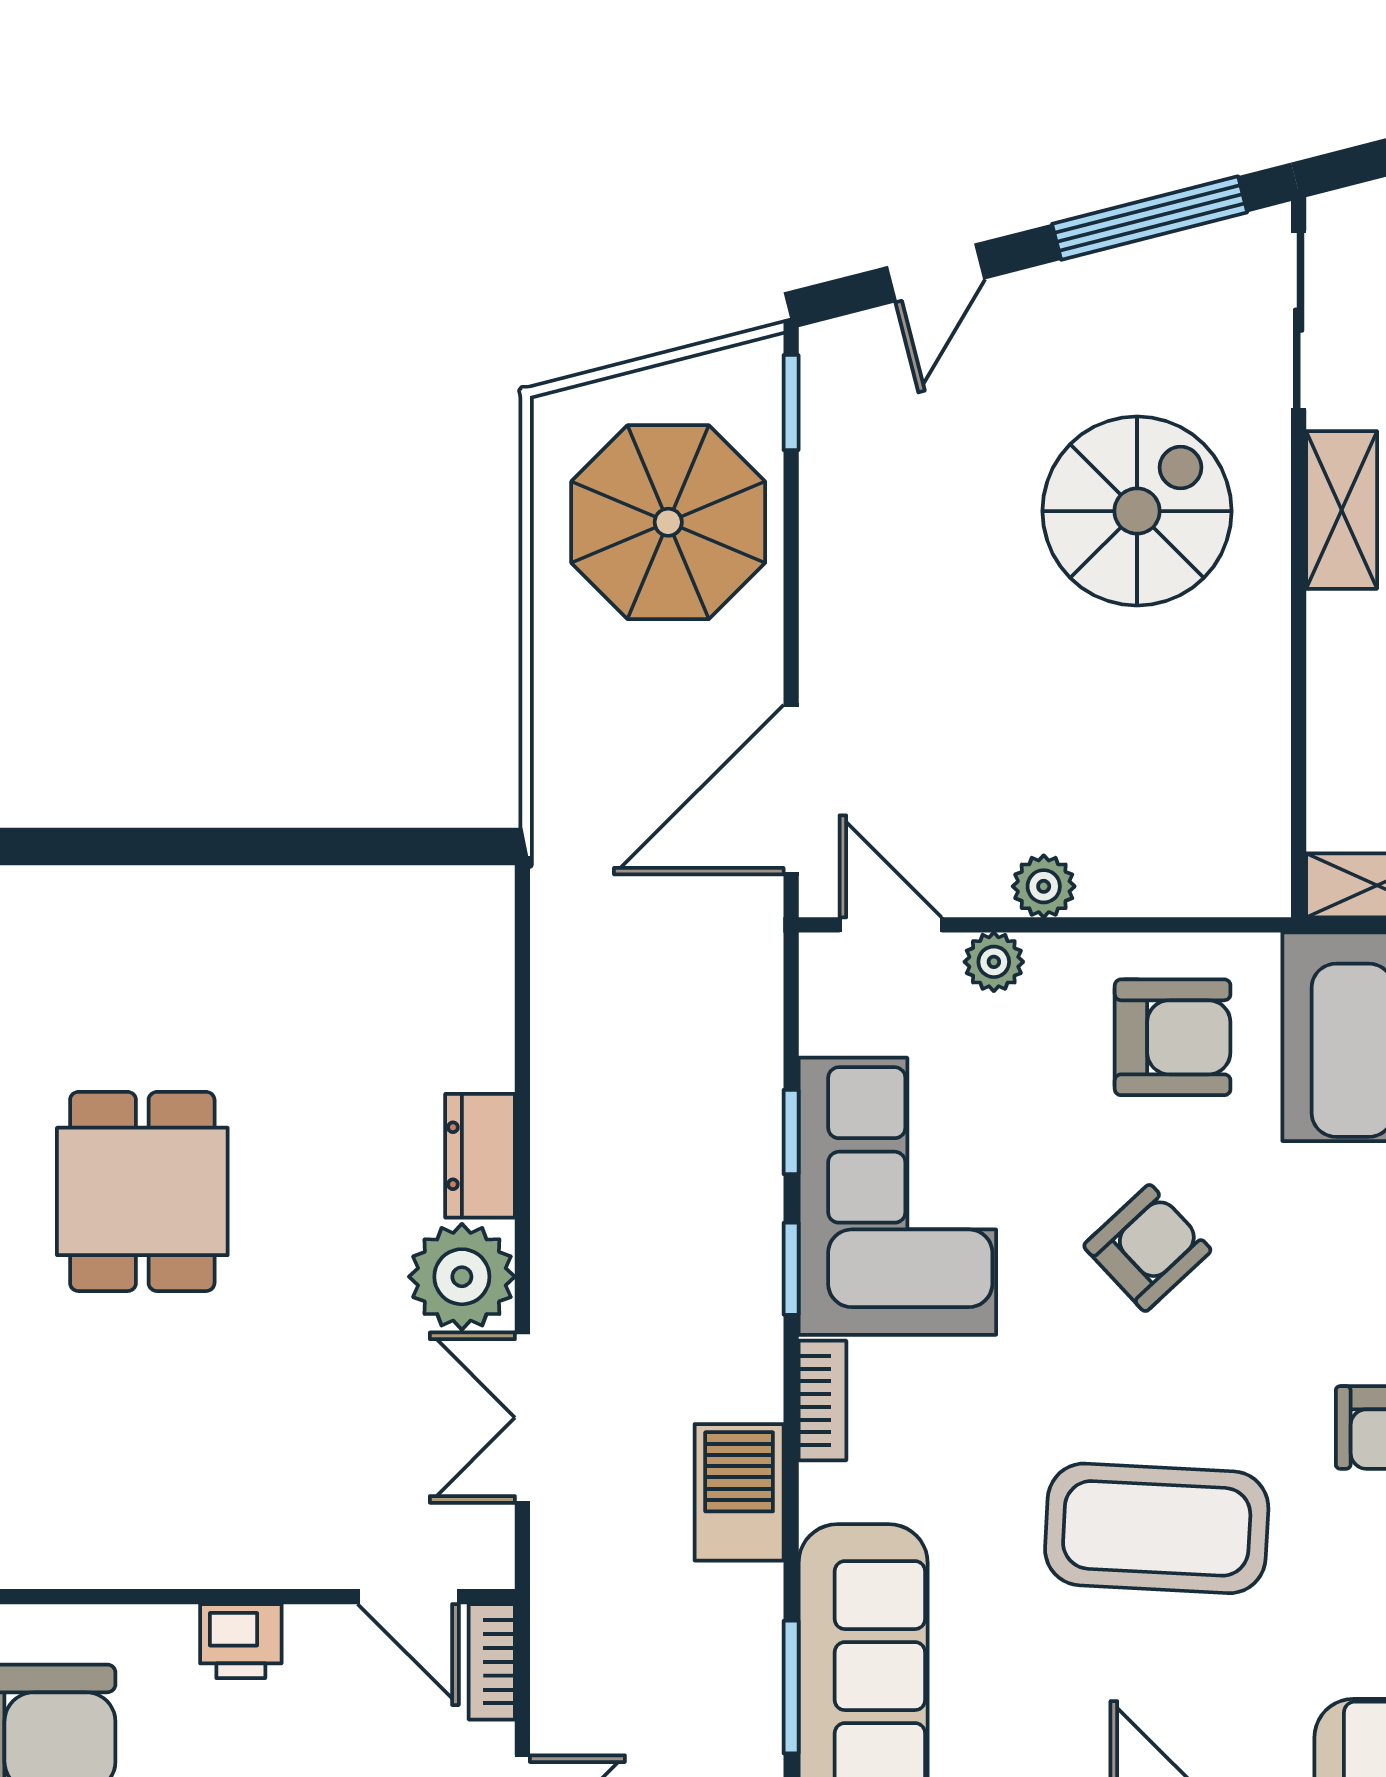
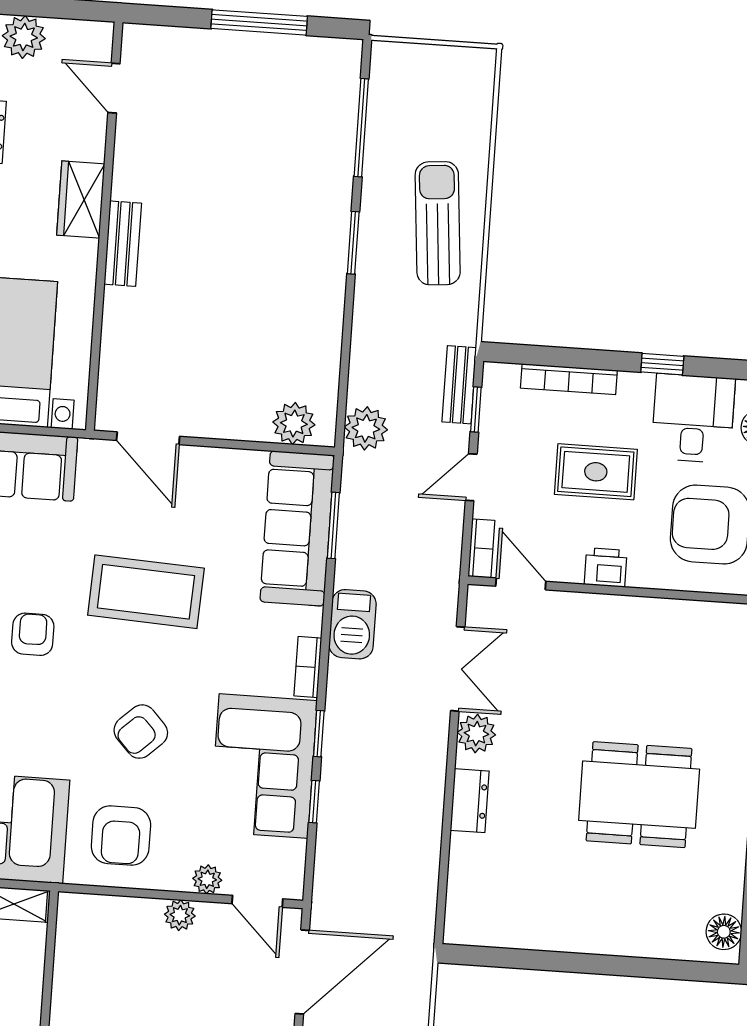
armchair: (1173, 1037) -> (121, 836), turned -90
dining table: (142, 1191) -> (639, 795), width x1.38
plant: (462, 1277) -> (476, 734), width x0.73, depth x0.73

